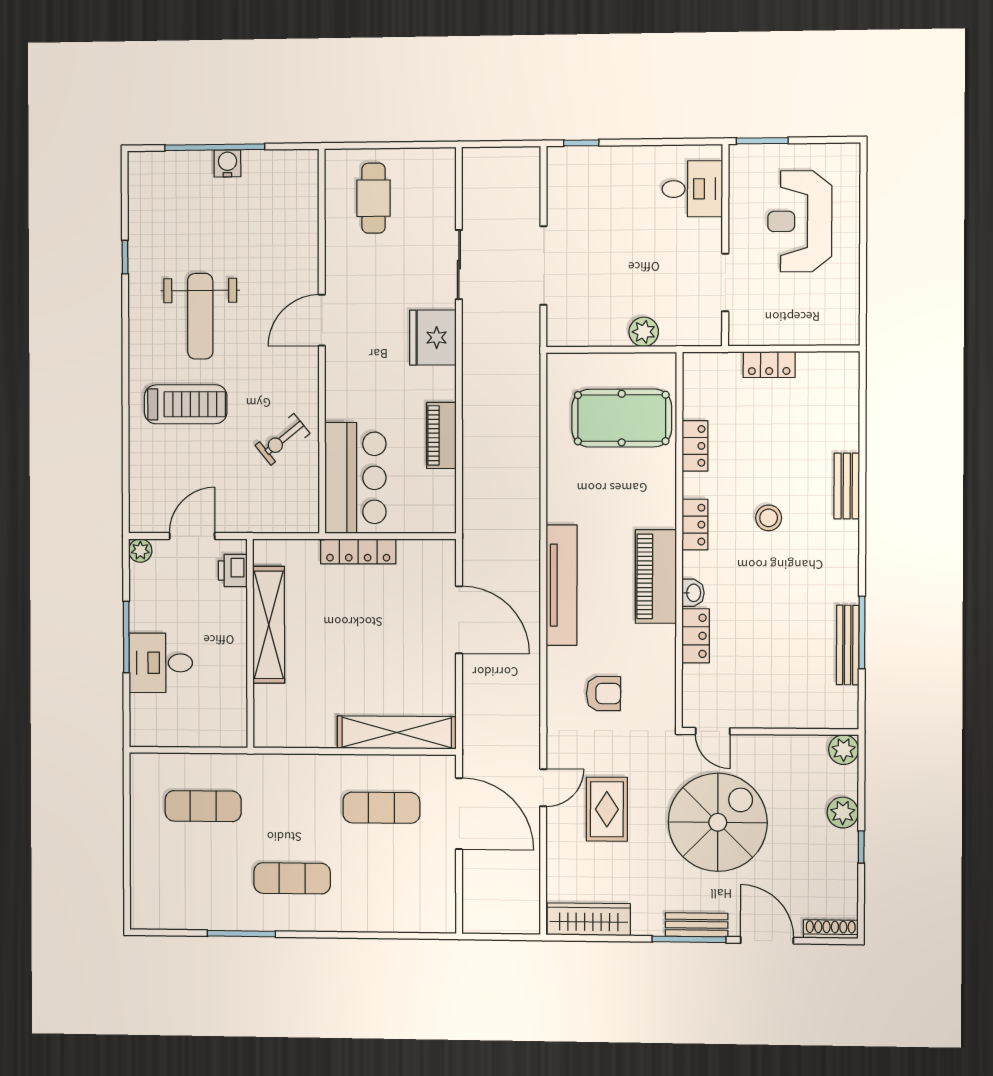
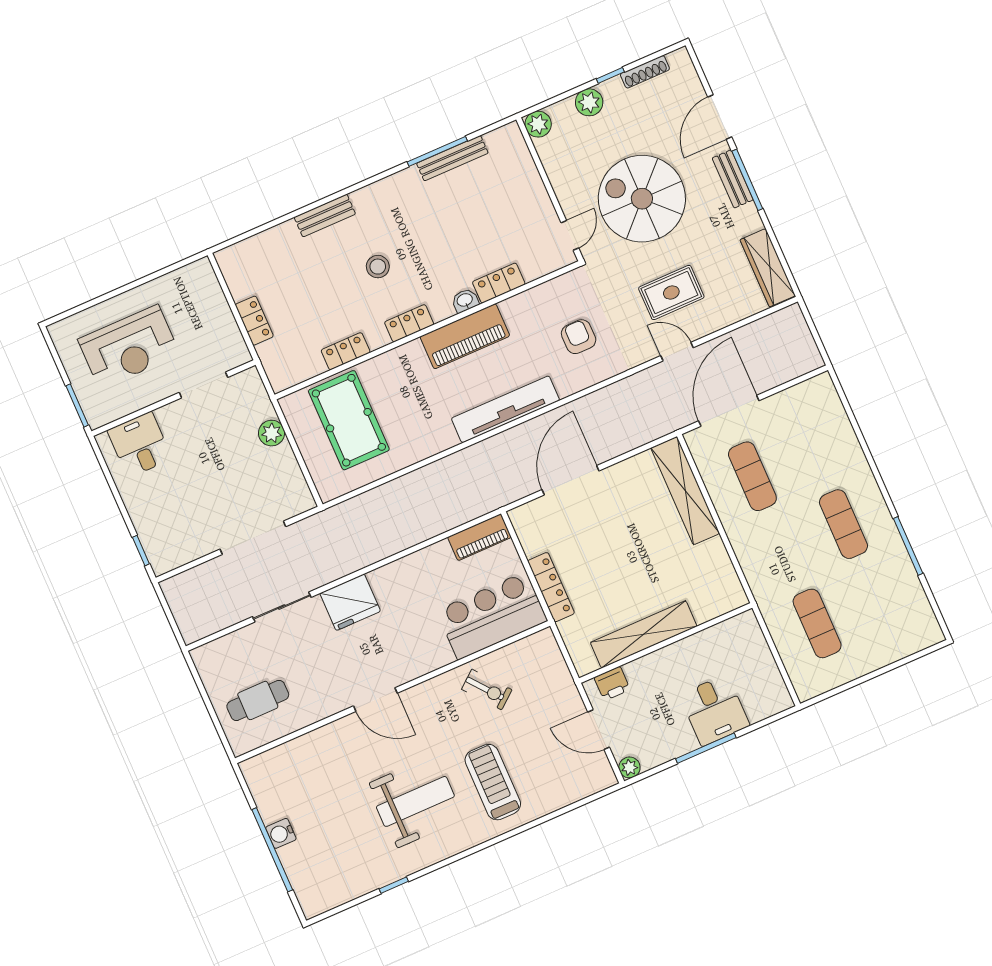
piano: (441, 435) -> (479, 537), moved
shoe rack: (831, 929) -> (645, 72), moved, turned -90

